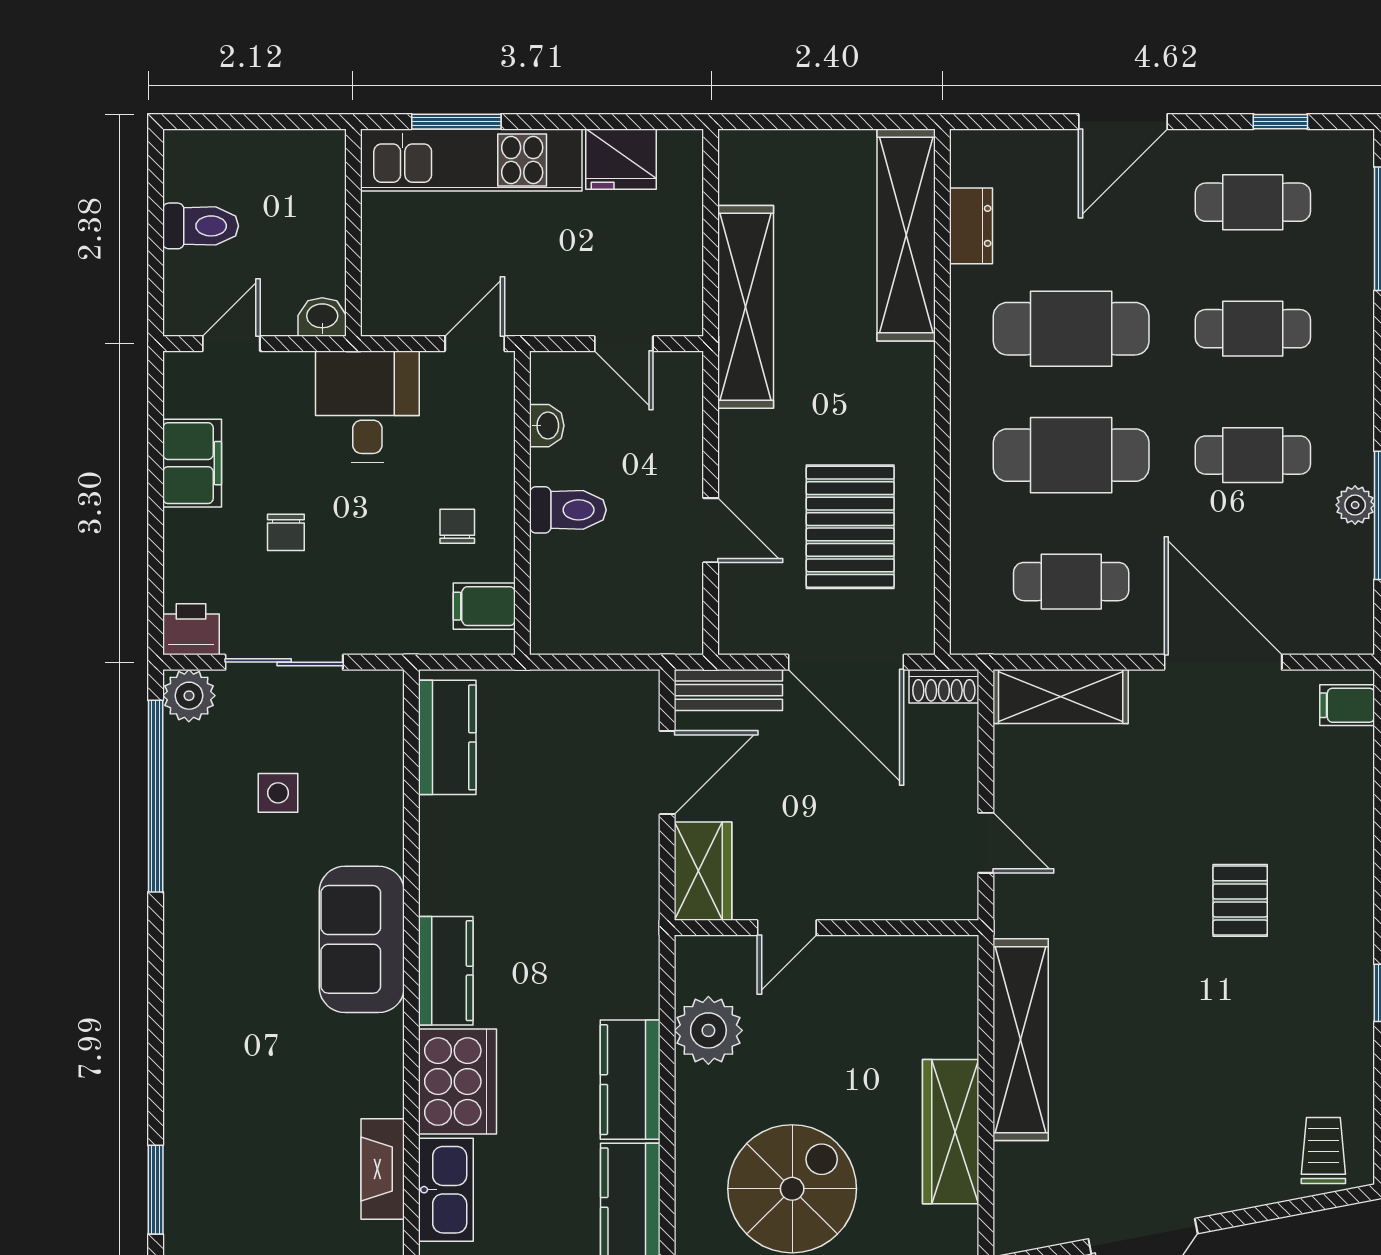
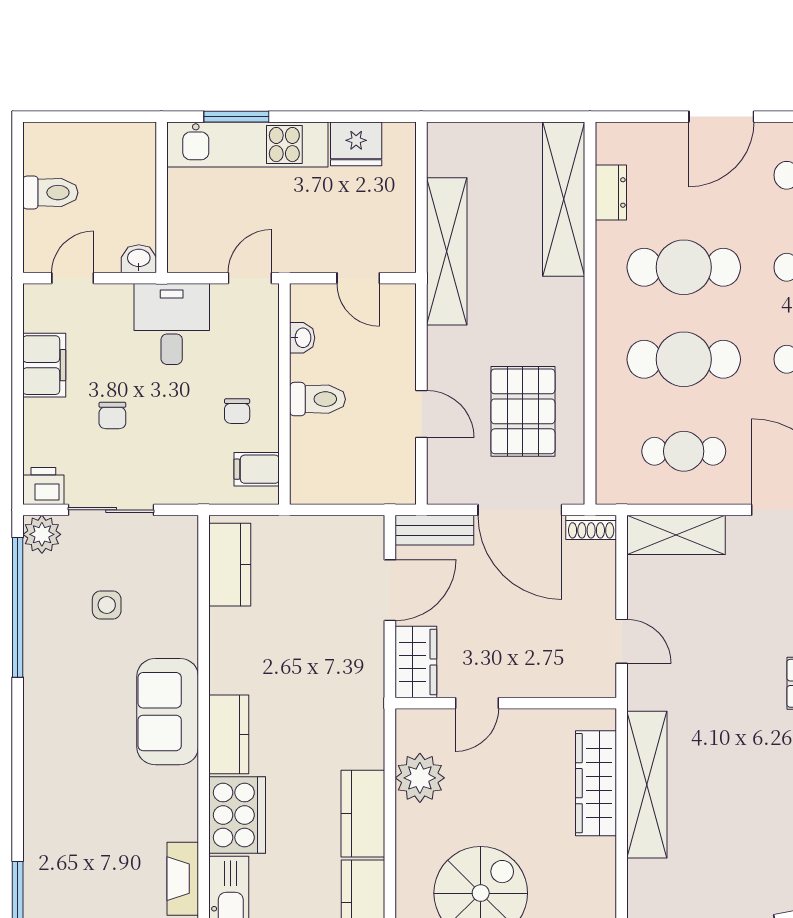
chair: (457, 526) -> (237, 411), turned 180
wardrobe: (951, 1132) -> (596, 783), moved

